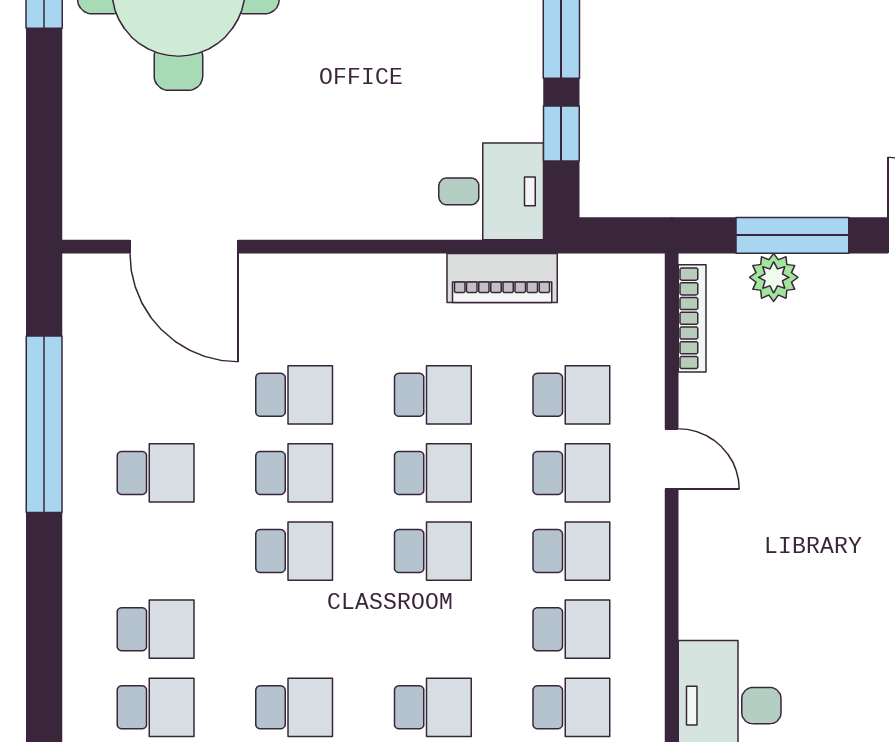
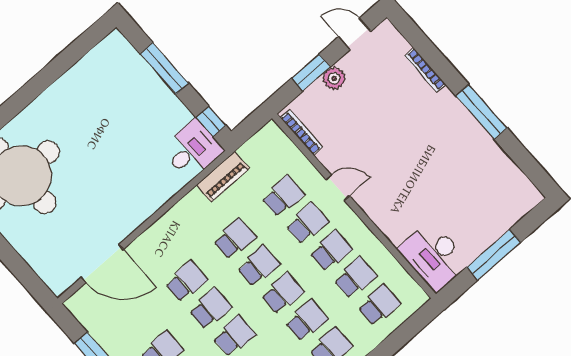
window: (561, 134) -> (211, 121), moved
window: (792, 235) -> (311, 73), width x0.69
plant: (774, 277) -> (334, 78), moved
school desk: (433, 629) -> (307, 321), added

